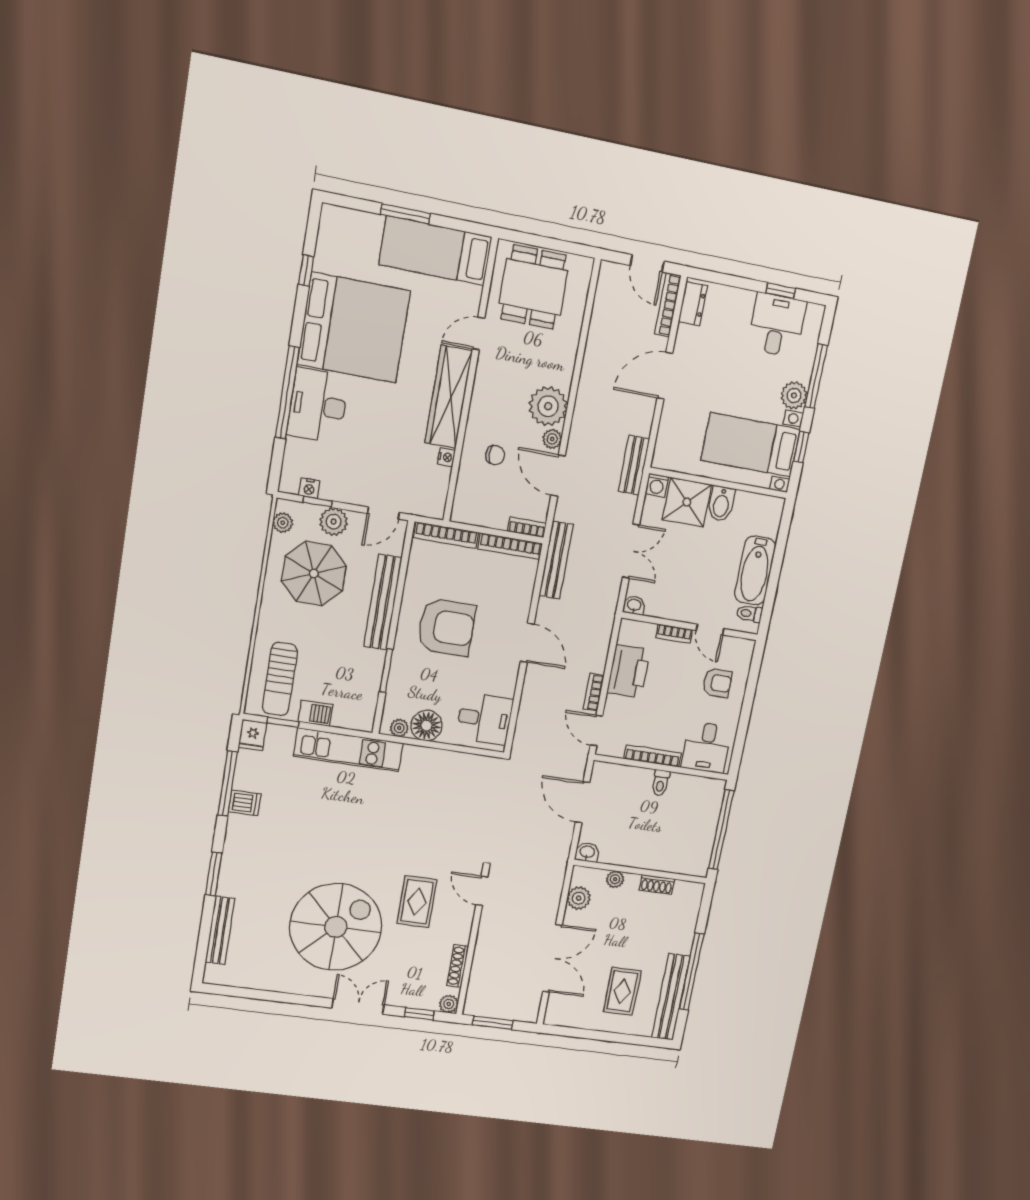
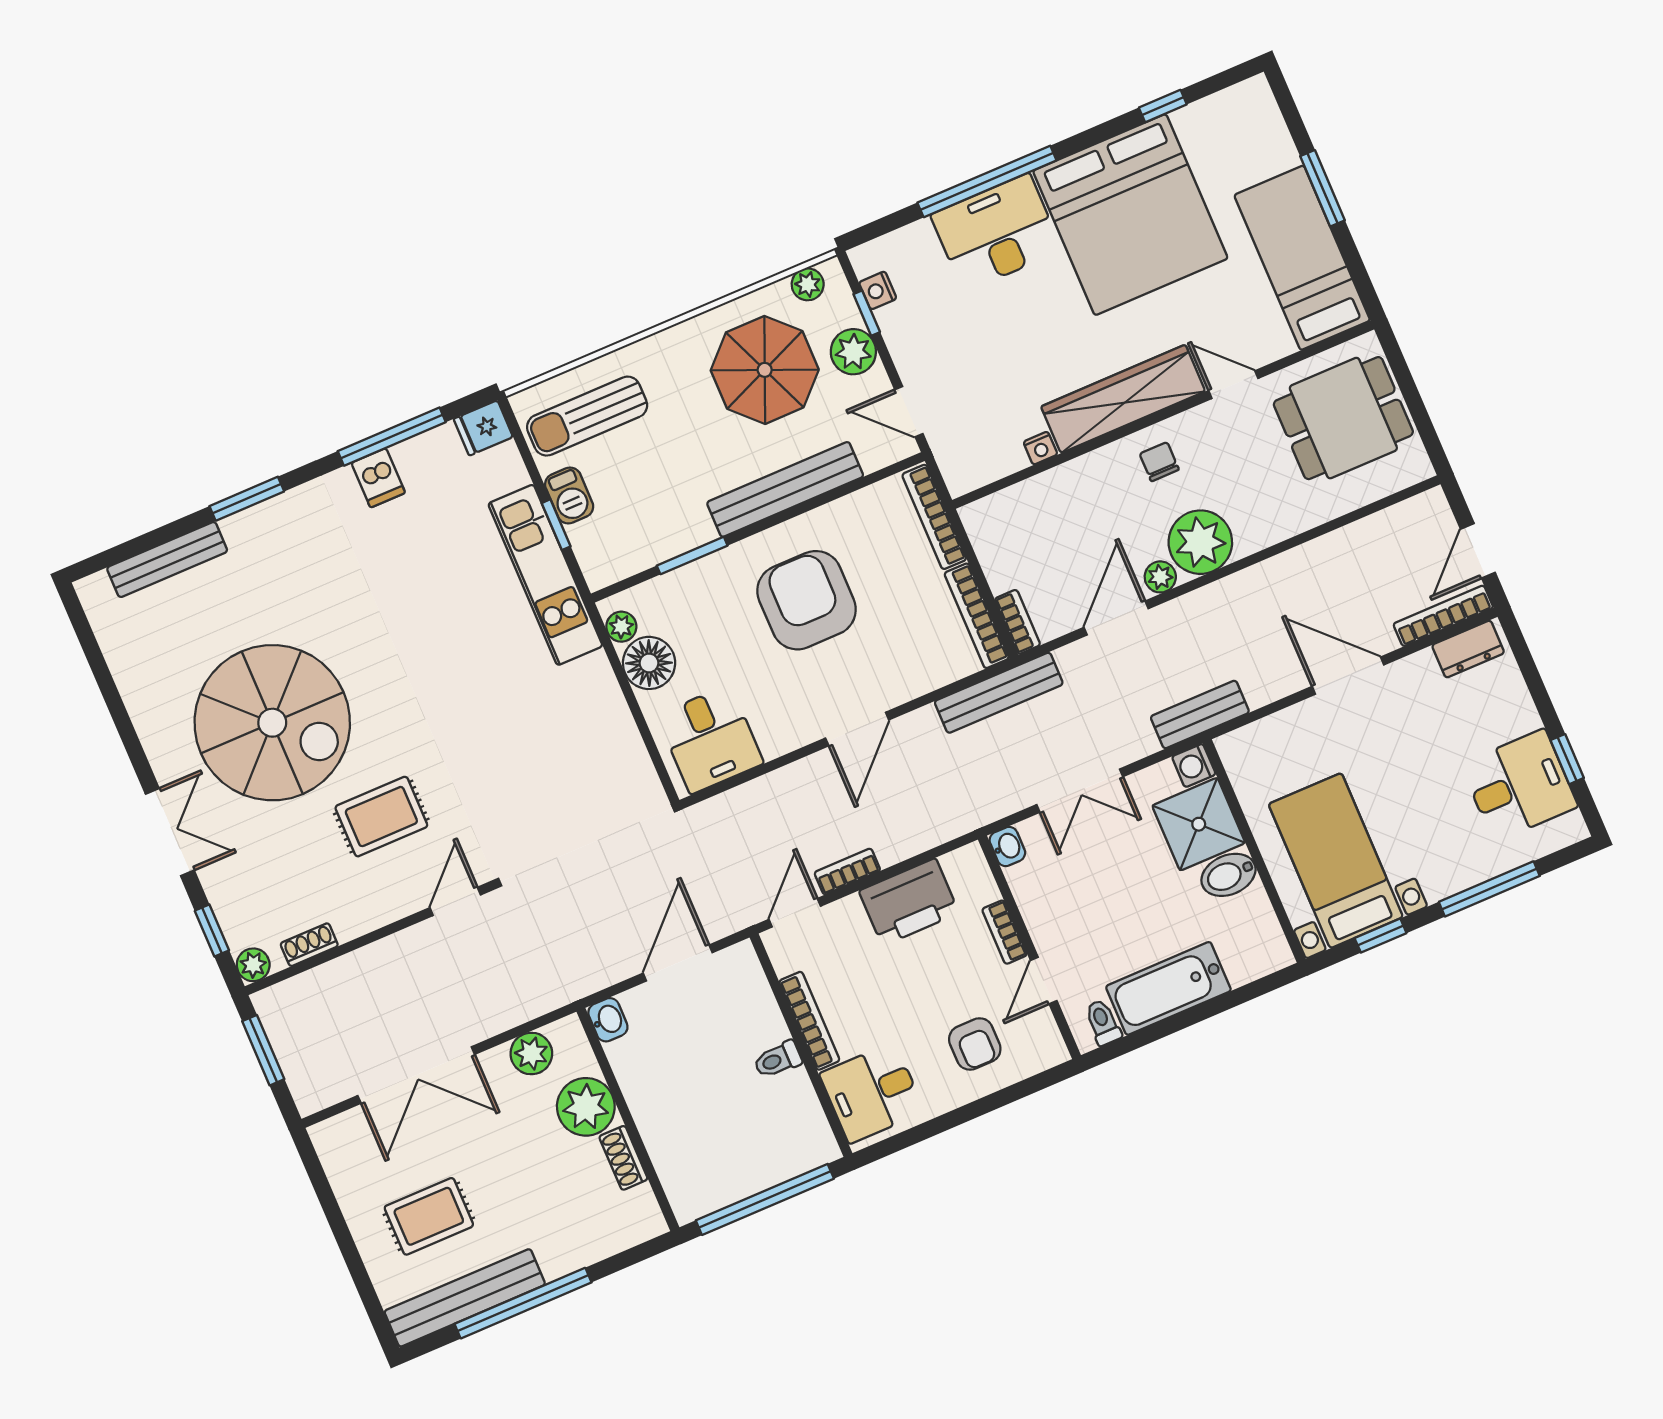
plant: (794, 395) -> (1443, 876), removed
chair: (495, 455) -> (1159, 462), moved, turned 180
armchair: (446, 627) -> (807, 600), turned 180
window: (283, 722) -> (556, 525), moved
plant: (615, 879) -> (586, 1107), width x1.88, depth x1.88
shoe rack: (458, 966) -> (309, 945), width x0.70

